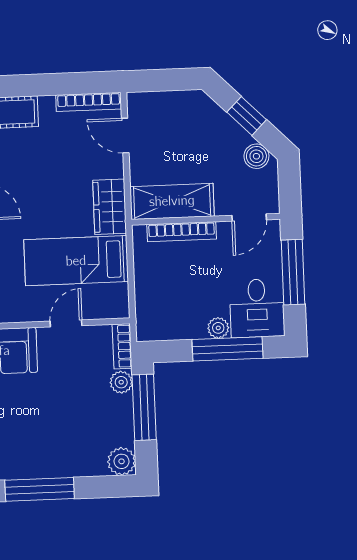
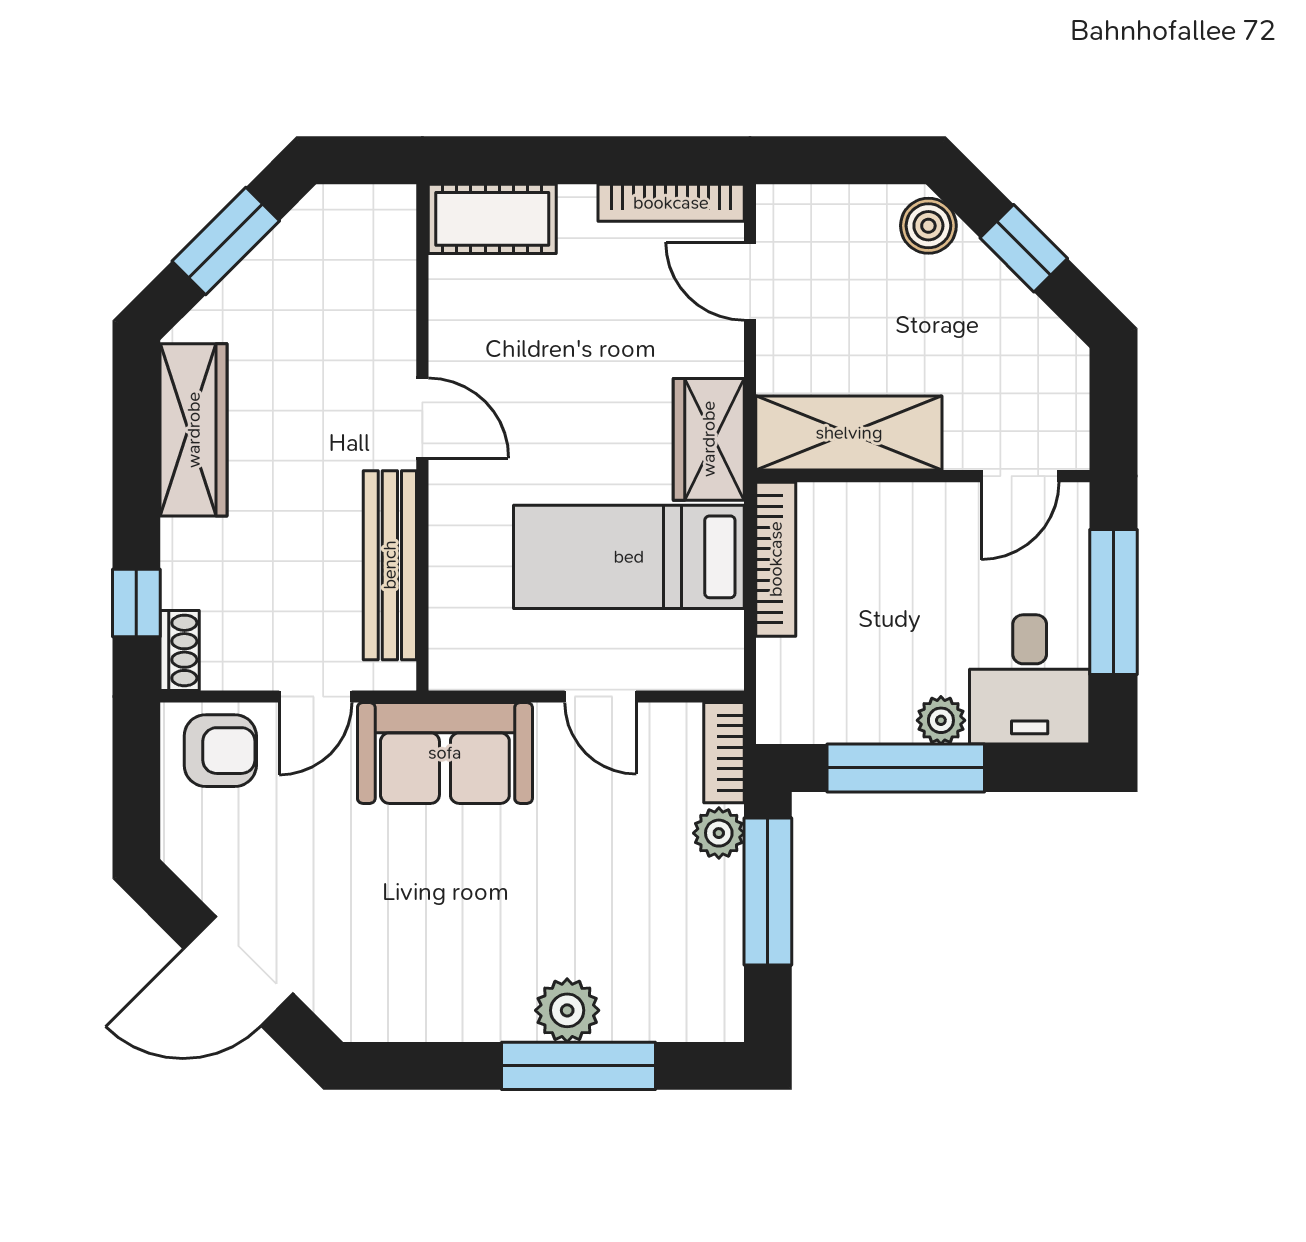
boiler: (256, 156) -> (928, 226), moved
bookcase: (182, 232) -> (776, 559), moved, turned -90
door: (66, 323) -> (600, 697), swing flipped
window: (228, 349) -> (906, 768), moved
plant: (122, 461) -> (567, 1010), moved
window: (40, 489) -> (578, 1066), moved

